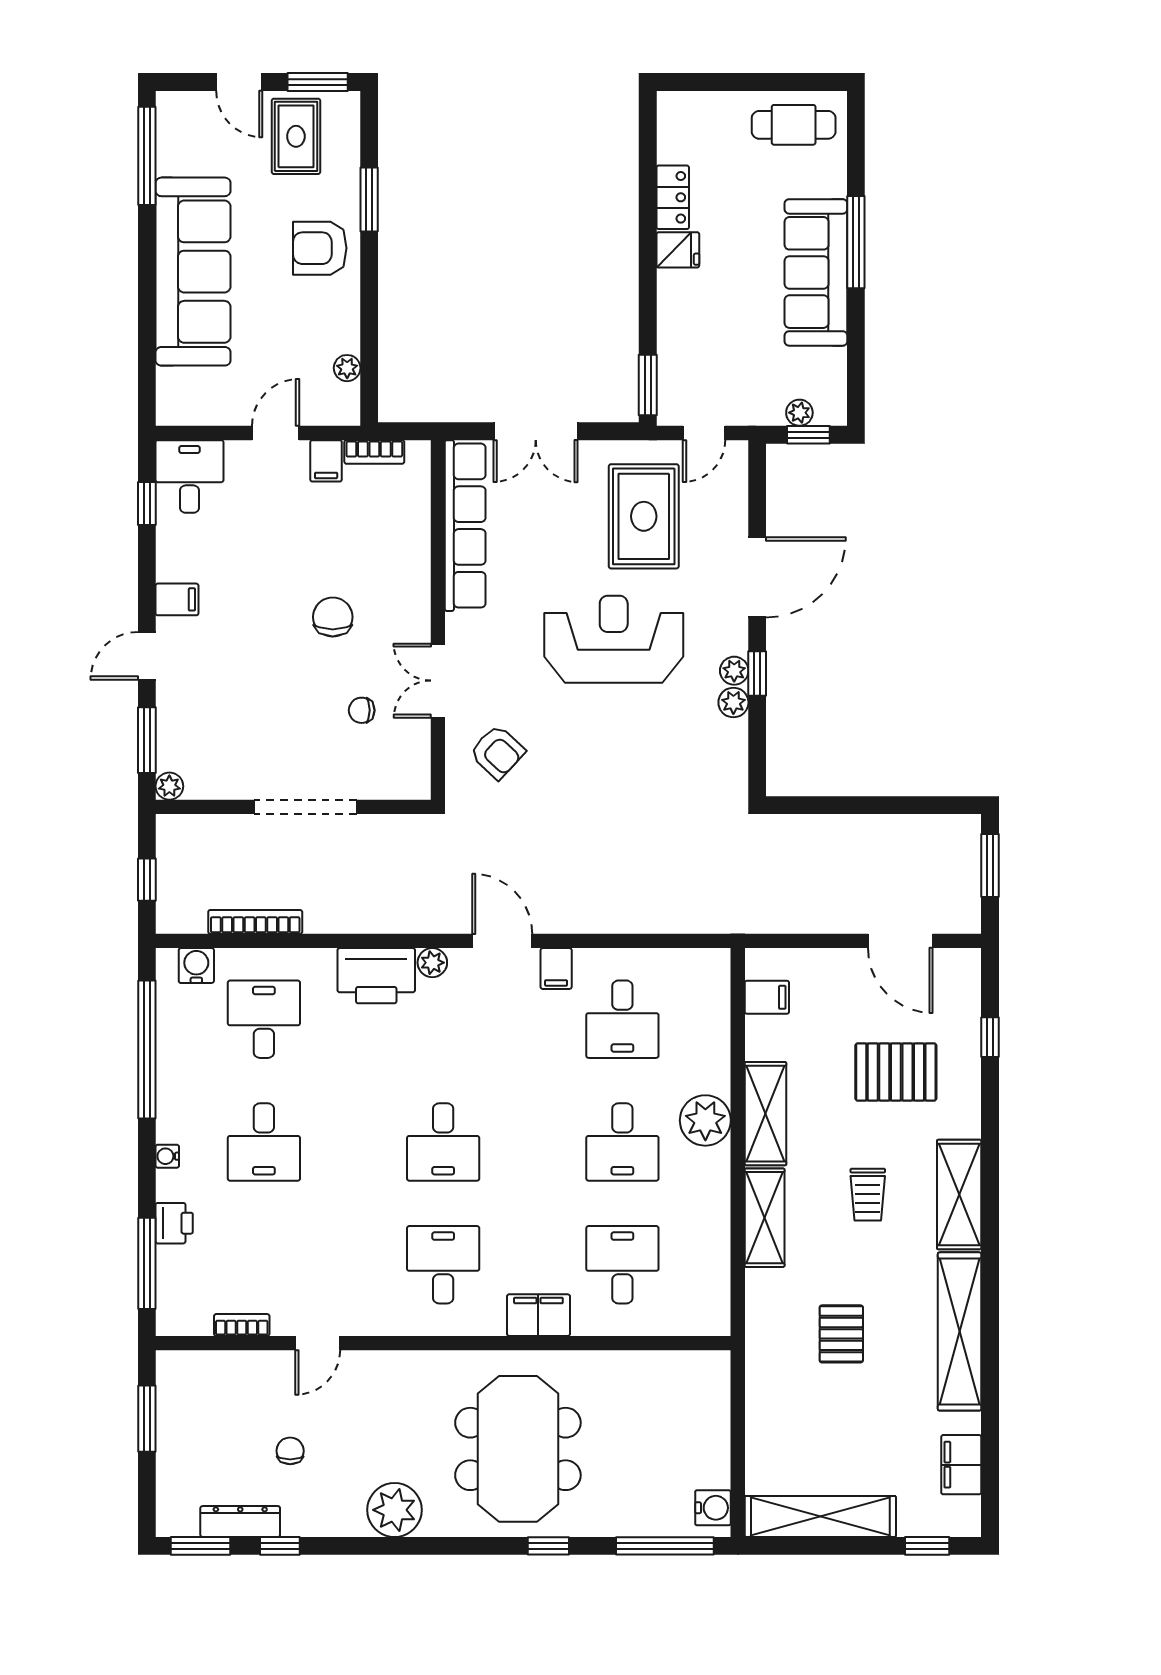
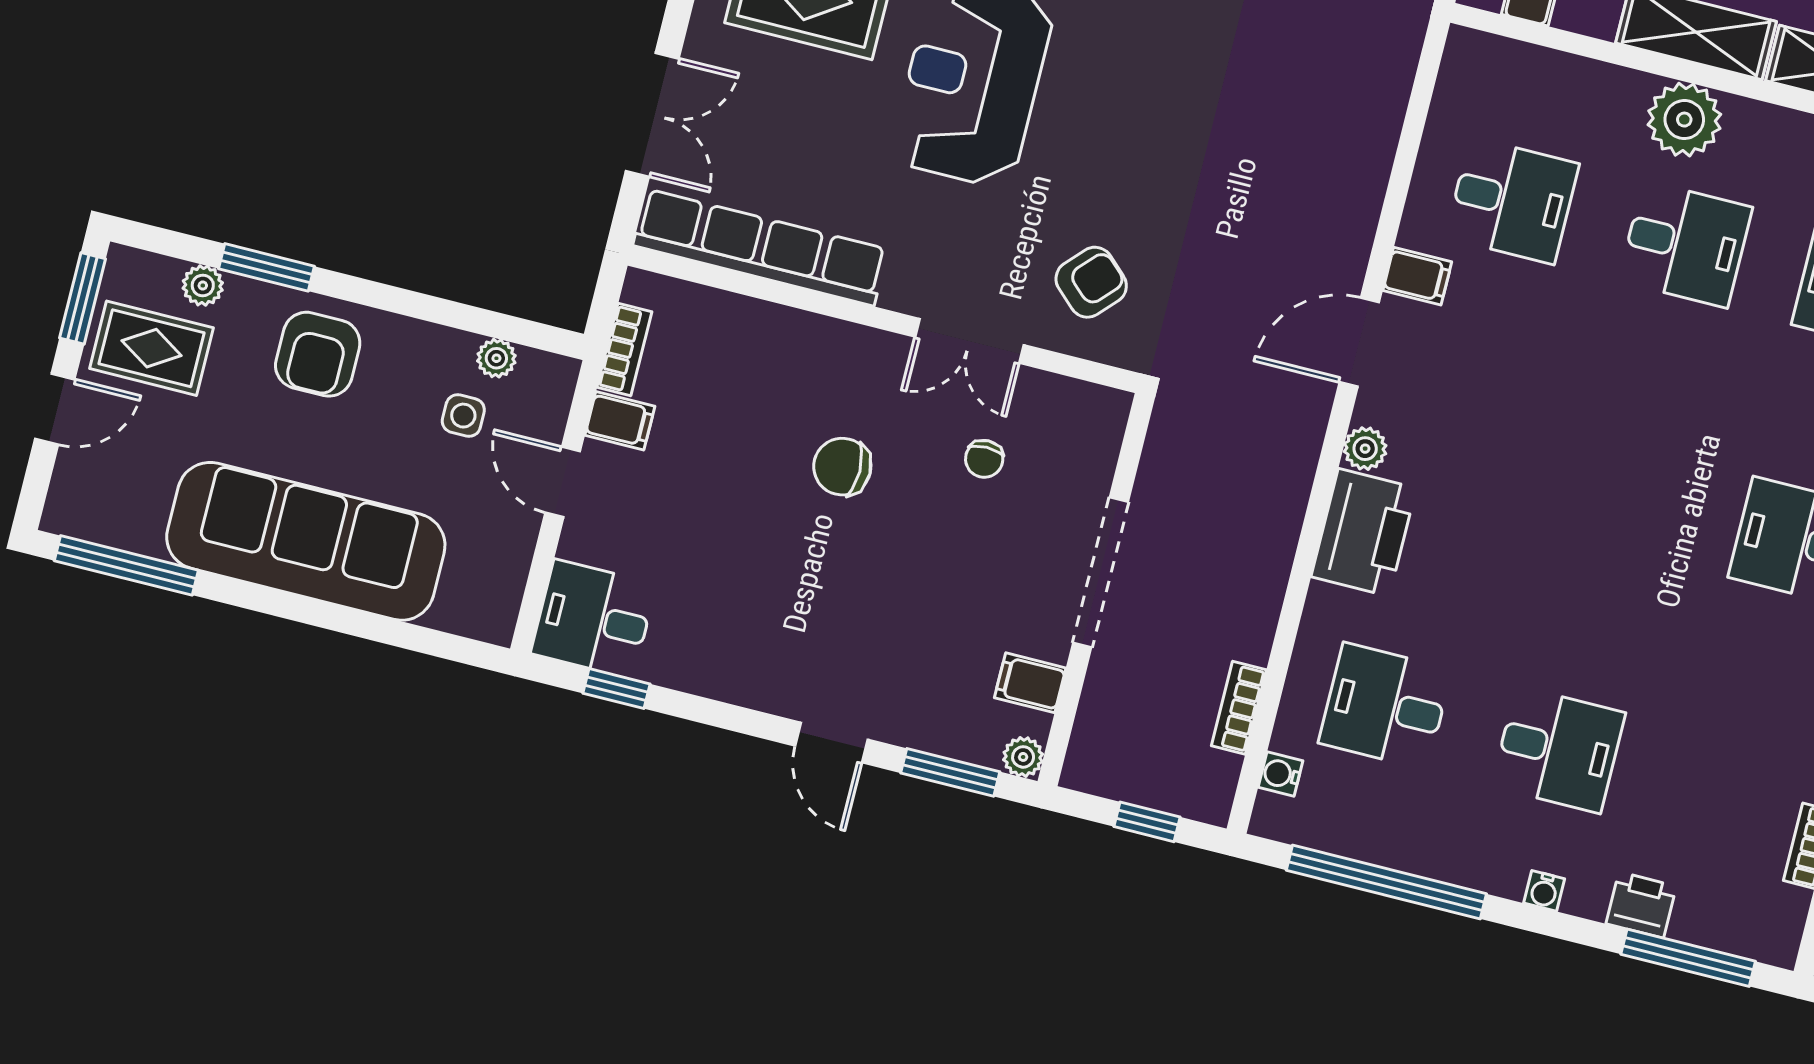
plant: (346, 160) -> (203, 285), added
side table: (303, 356) -> (463, 416), added
filing cabinet: (177, 599) -> (1030, 683), moved, turned -90
bookcase: (255, 922) -> (1239, 708), width x0.64
water cooler: (196, 966) -> (1280, 774), width x0.72, depth x0.72
desk: (443, 1142) -> (1622, 497), removed

